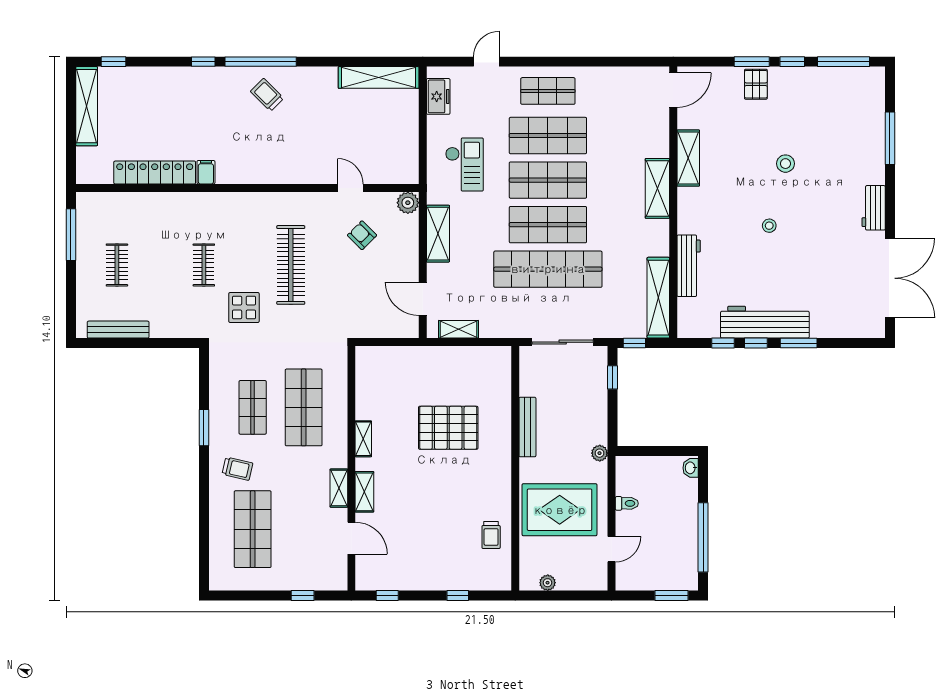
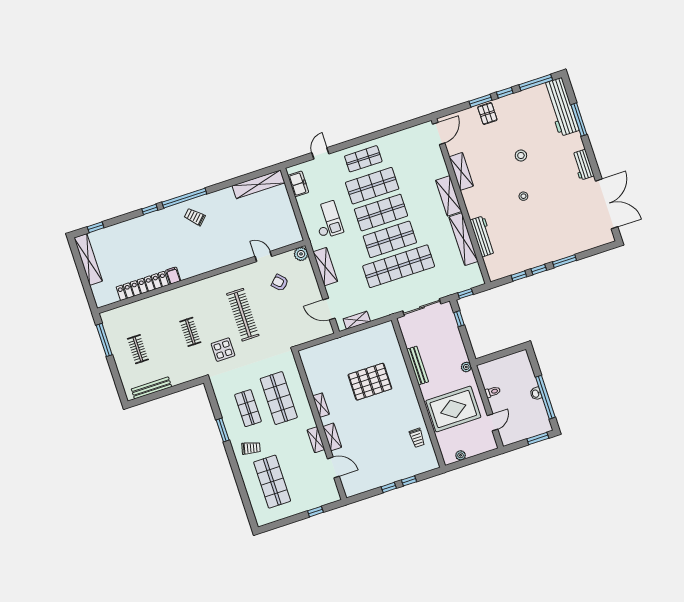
shelving: (658, 298) -> (463, 239), moved
workbench: (765, 322) -> (561, 107), moved, turned -90
washbasin: (691, 468) -> (536, 394), moved
window: (387, 595) -> (389, 488), moved

